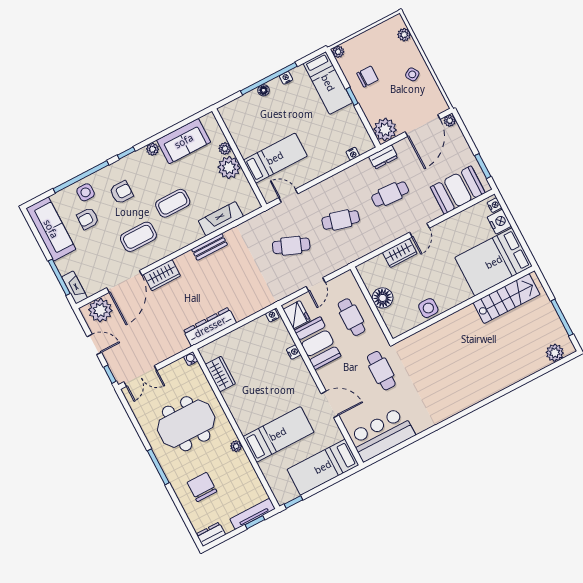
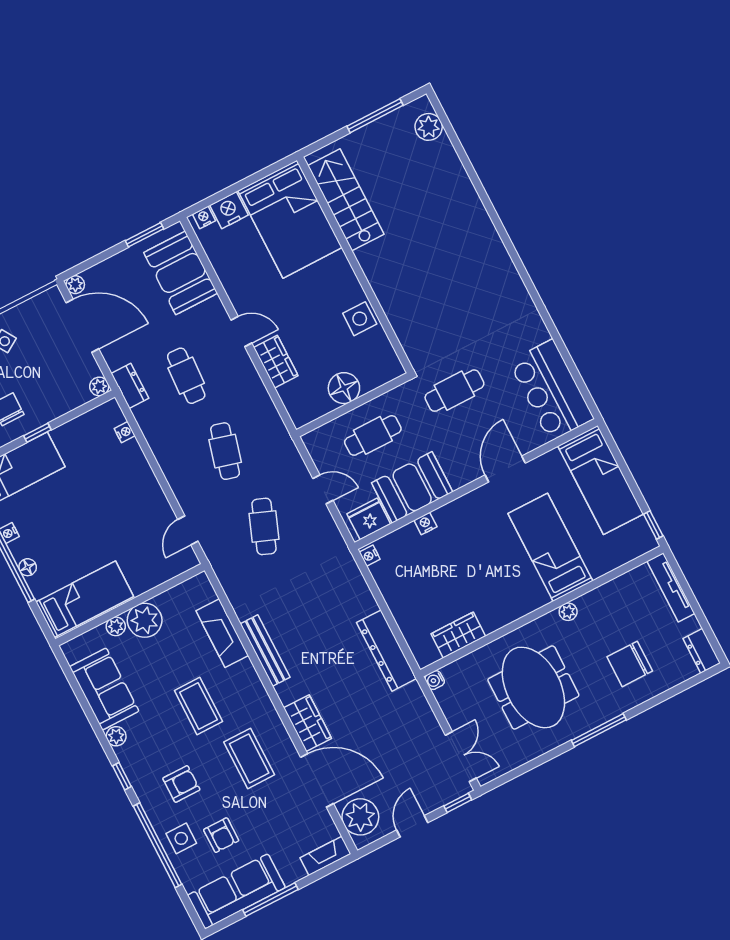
plant: (385, 130) -> (99, 386), width x0.53, depth x0.53
bed: (275, 158) -> (85, 599), moved, turned 90
armchair: (121, 192) -> (181, 784), turned 90
bench: (209, 247) -> (265, 651), width x1.36
window: (59, 277) -> (270, 900), moved
window: (255, 522) -> (684, 584), removed

